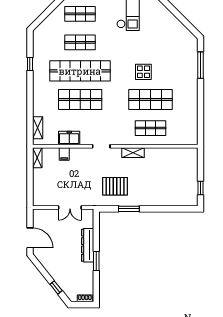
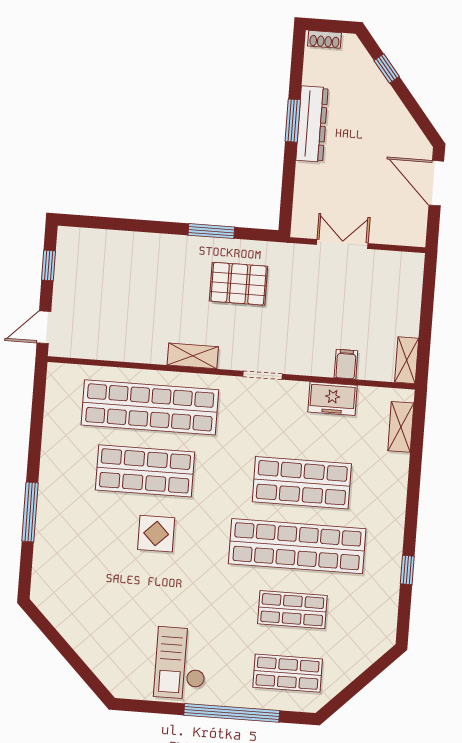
window: (201, 65) -> (30, 512), moved
shop shelf: (151, 128) -> (150, 407), width x2.00, depth x1.36
door: (201, 160) -> (44, 327), added
dresser: (88, 245) -> (312, 124), moved

